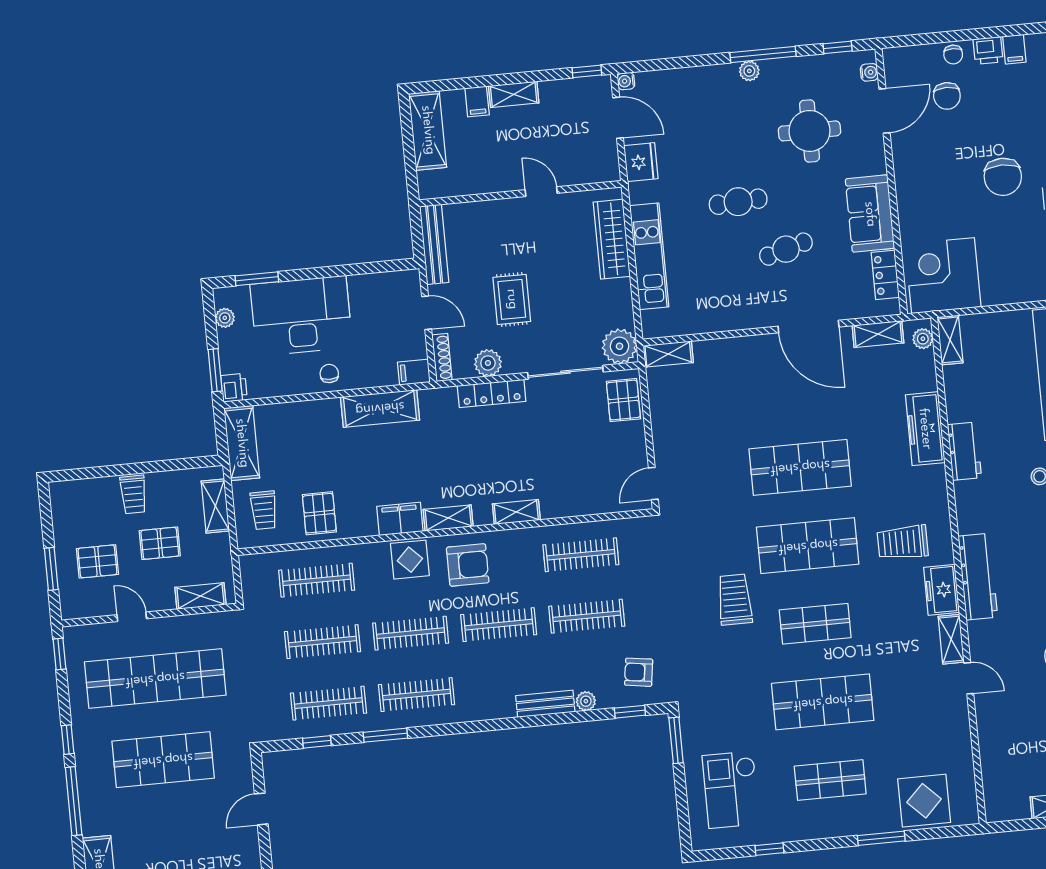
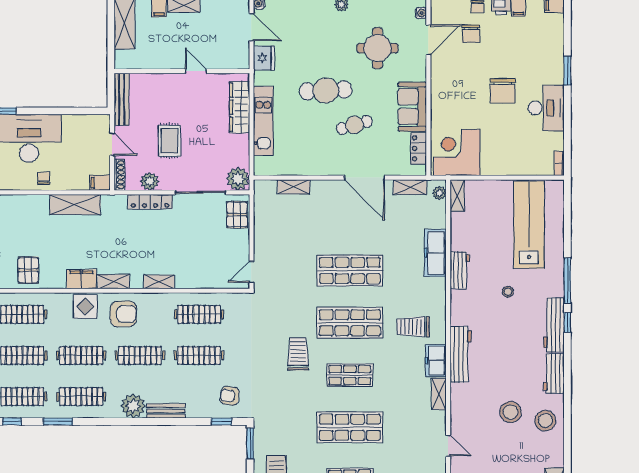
cafe table: (738, 202) -> (326, 90), width x1.37, depth x1.35
shelving: (668, 354) -> (294, 187), moved
door: (969, 678) -> (448, 446), moved
plant: (586, 701) -> (133, 406), moved, width x1.88, depth x1.88

